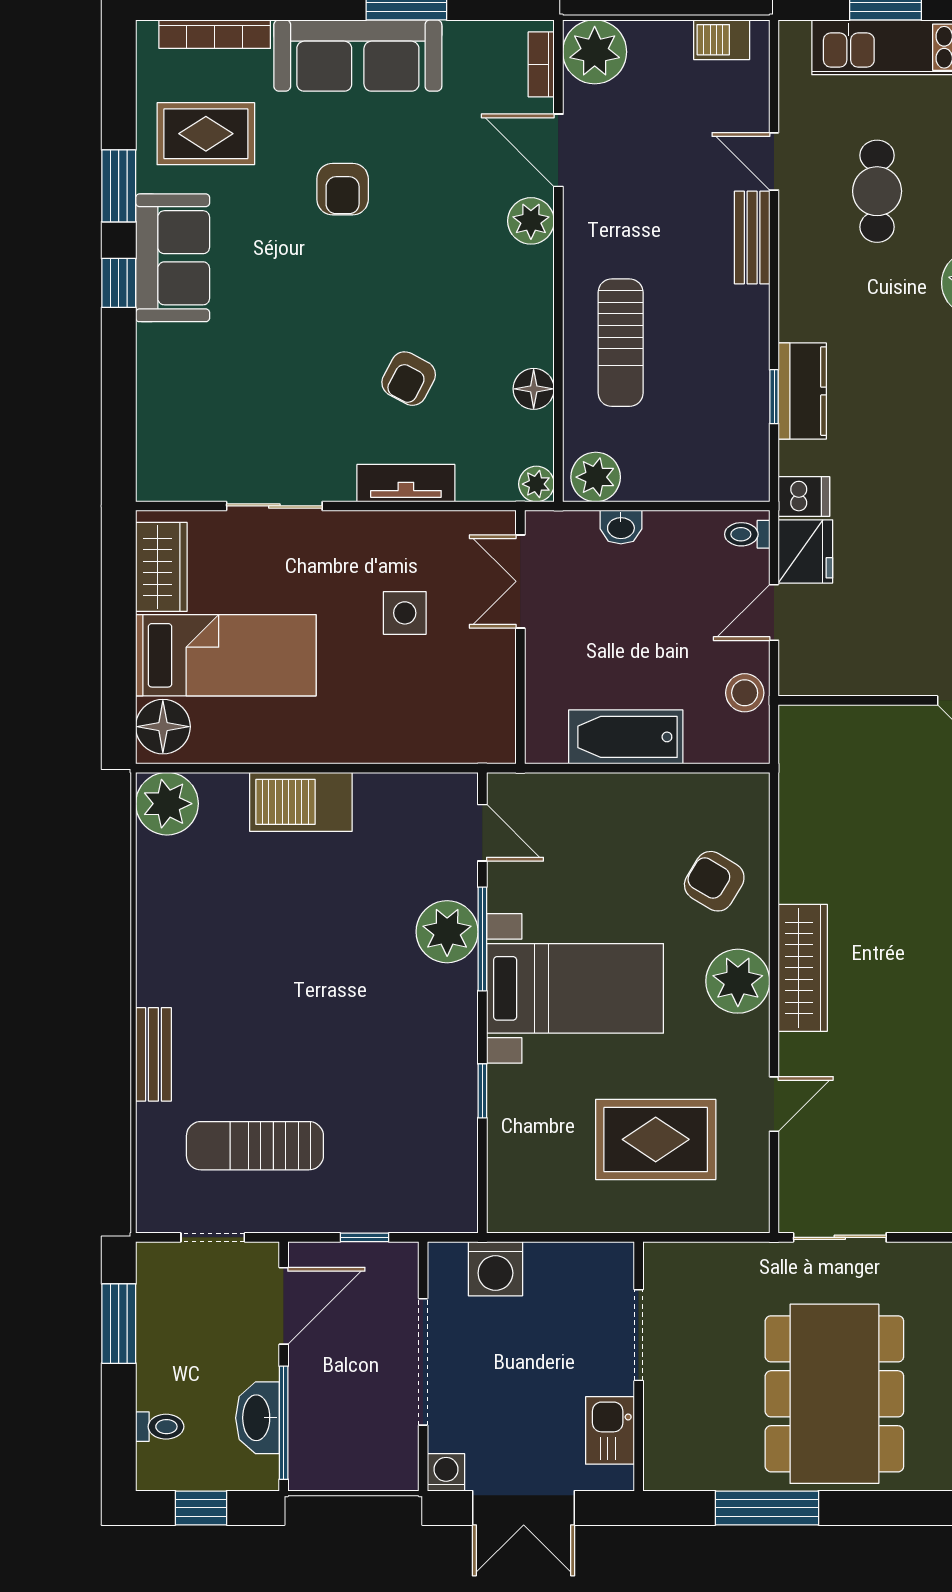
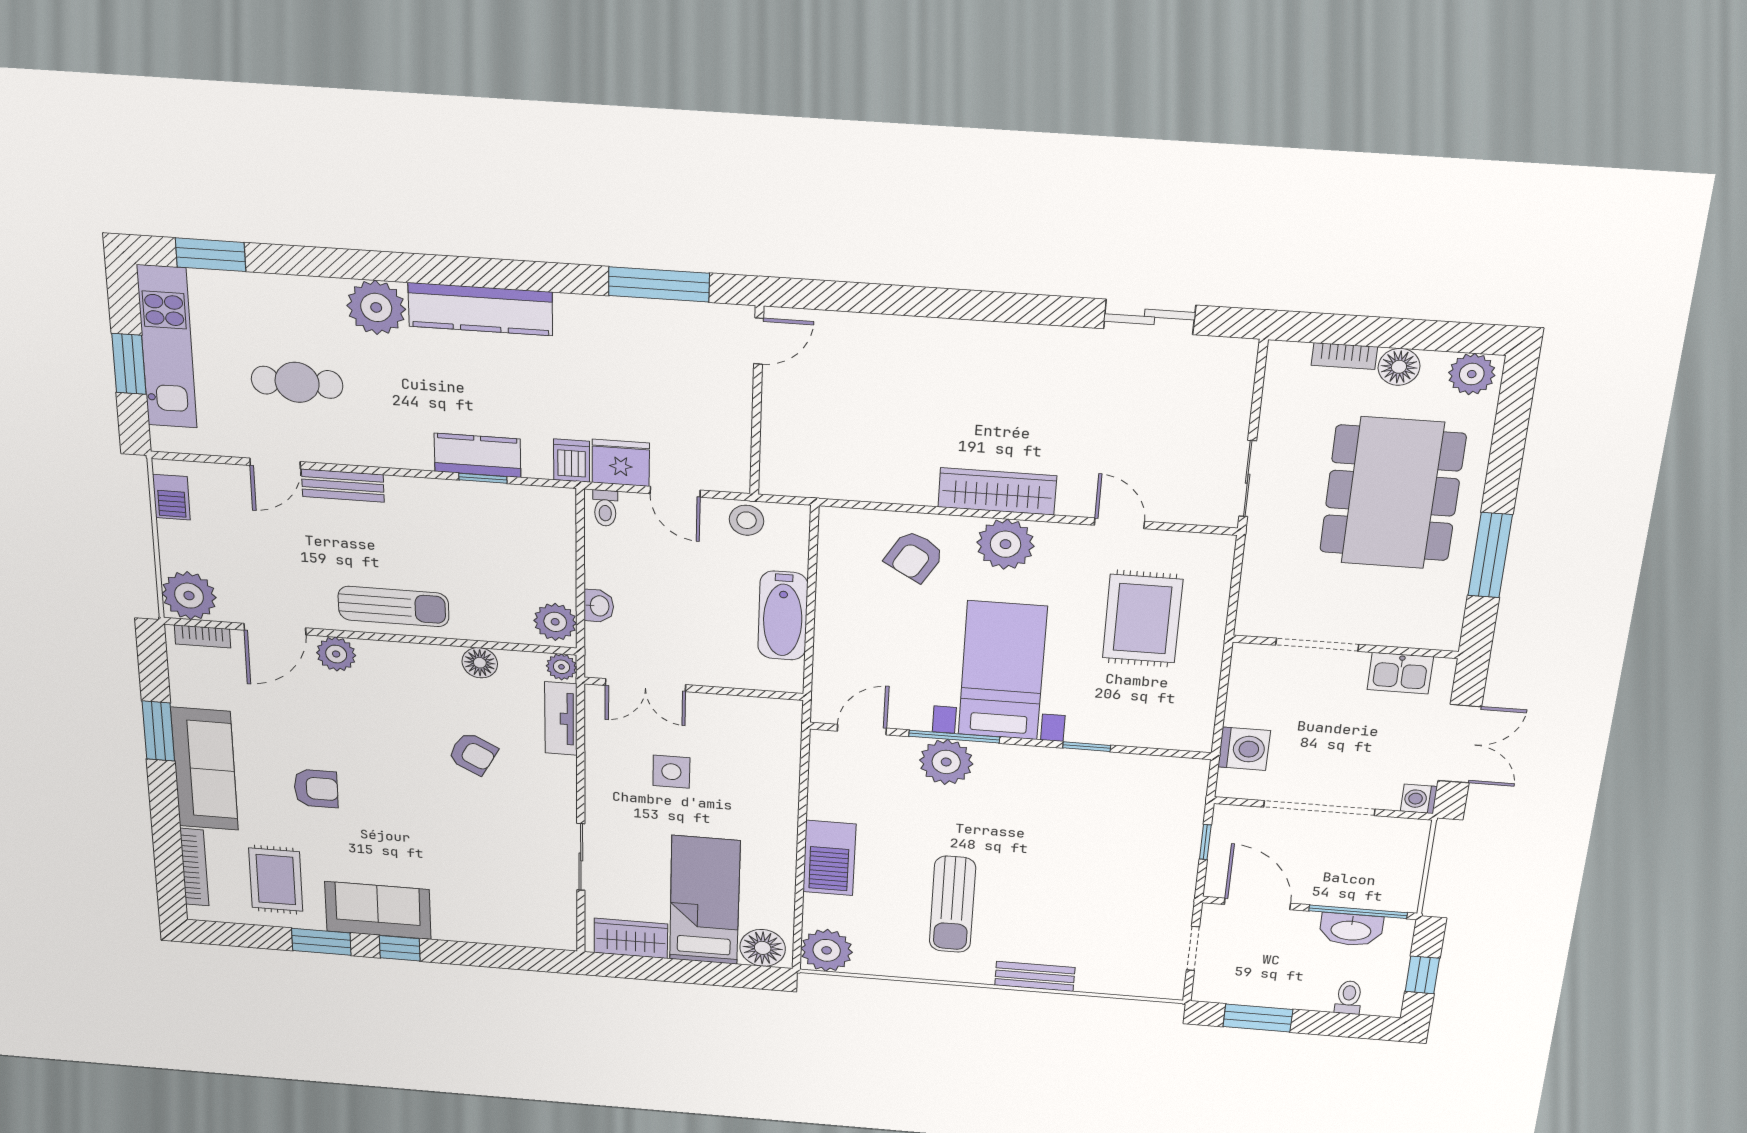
sun lounger: (621, 343) -> (393, 607), moved
tv unit: (406, 483) -> (561, 719), moved
sun lounger: (255, 1146) -> (952, 904), moved
dining table: (834, 1394) -> (1392, 493), turned 90

